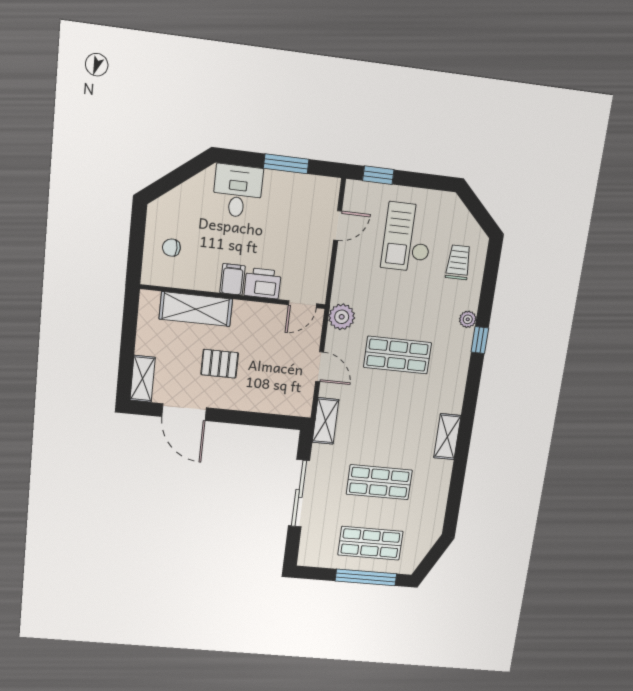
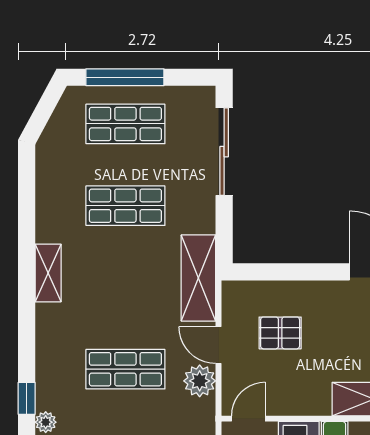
plant: (342, 317) -> (200, 381), moved
pallet: (220, 364) -> (280, 333), moved
shelving: (326, 421) -> (198, 278), width x1.50, depth x1.33
sliding door: (299, 493) -> (224, 152), moved

